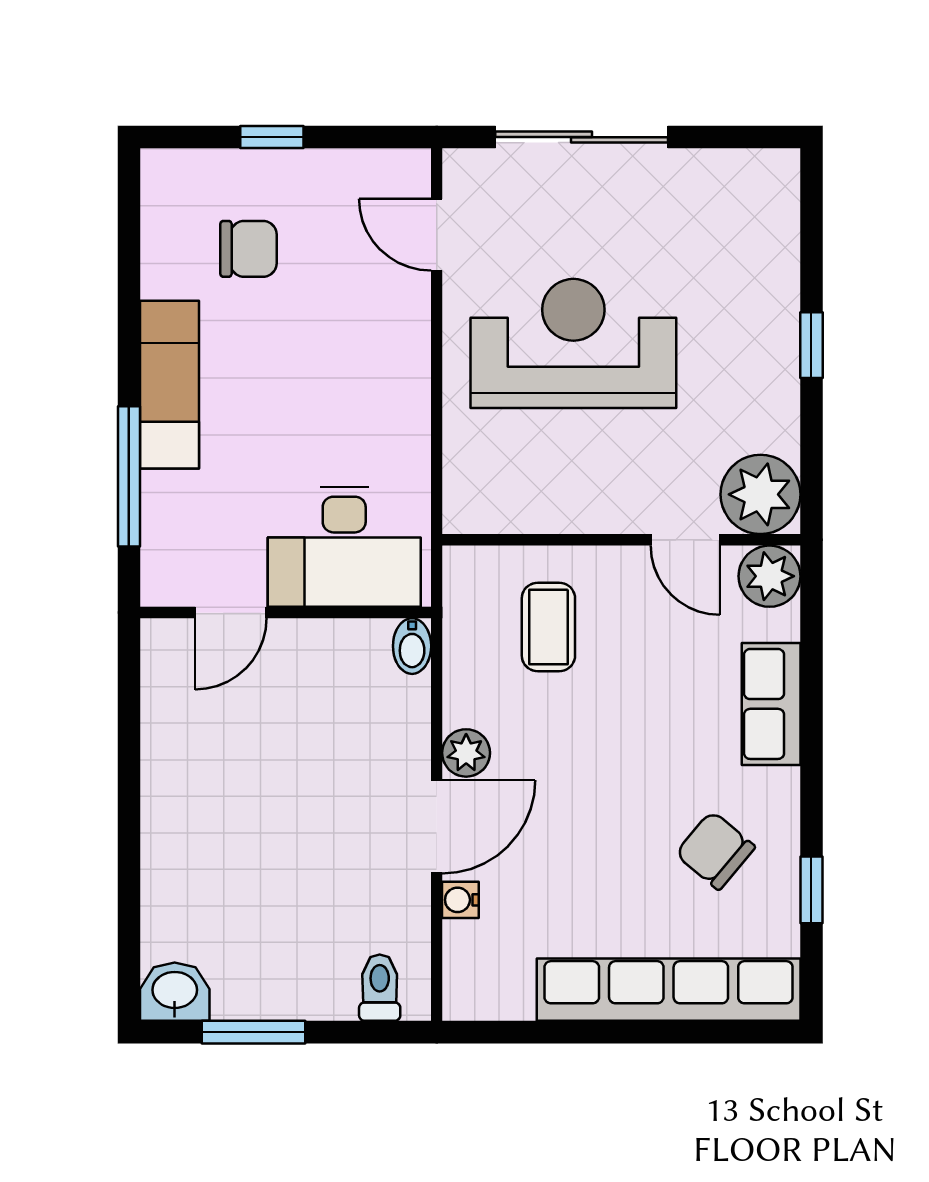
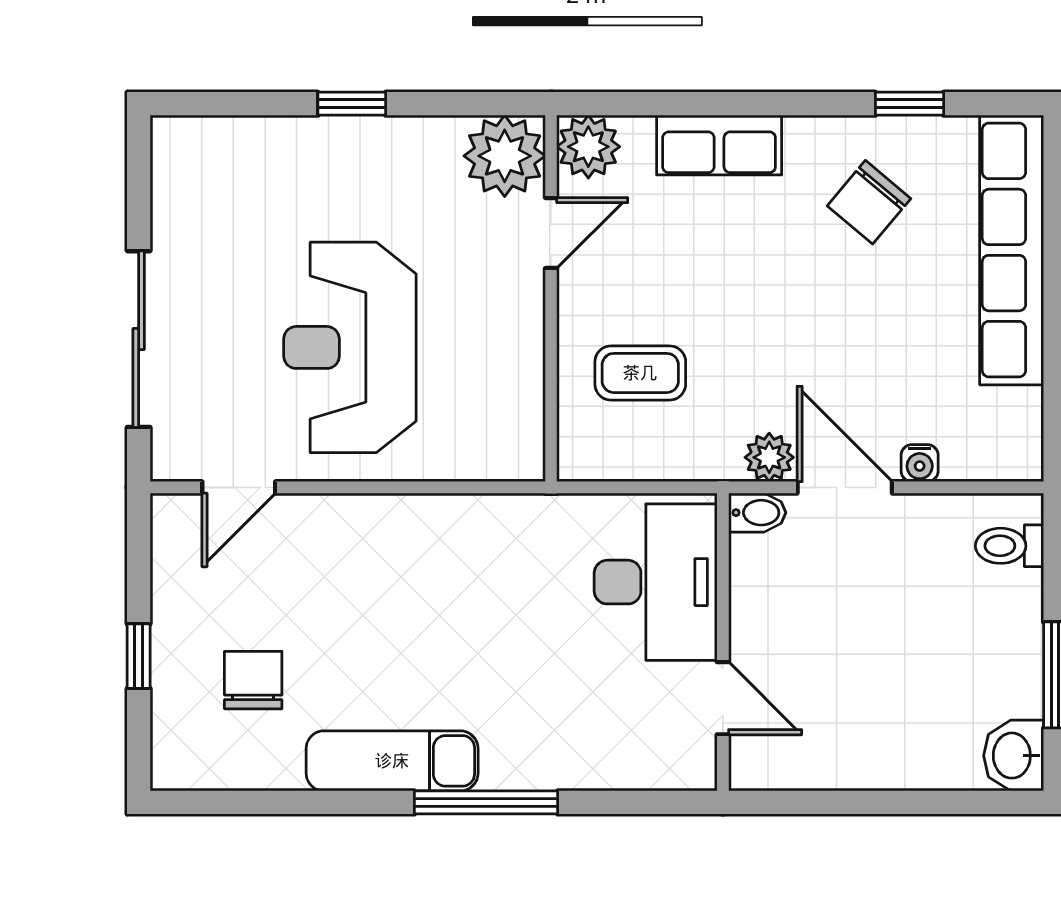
desk: (344, 547) -> (656, 582), moved
door: (231, 613) -> (723, 698), moved
wall: (286, 613) -> (723, 642), moved
bidet: (412, 646) -> (757, 513), moved

